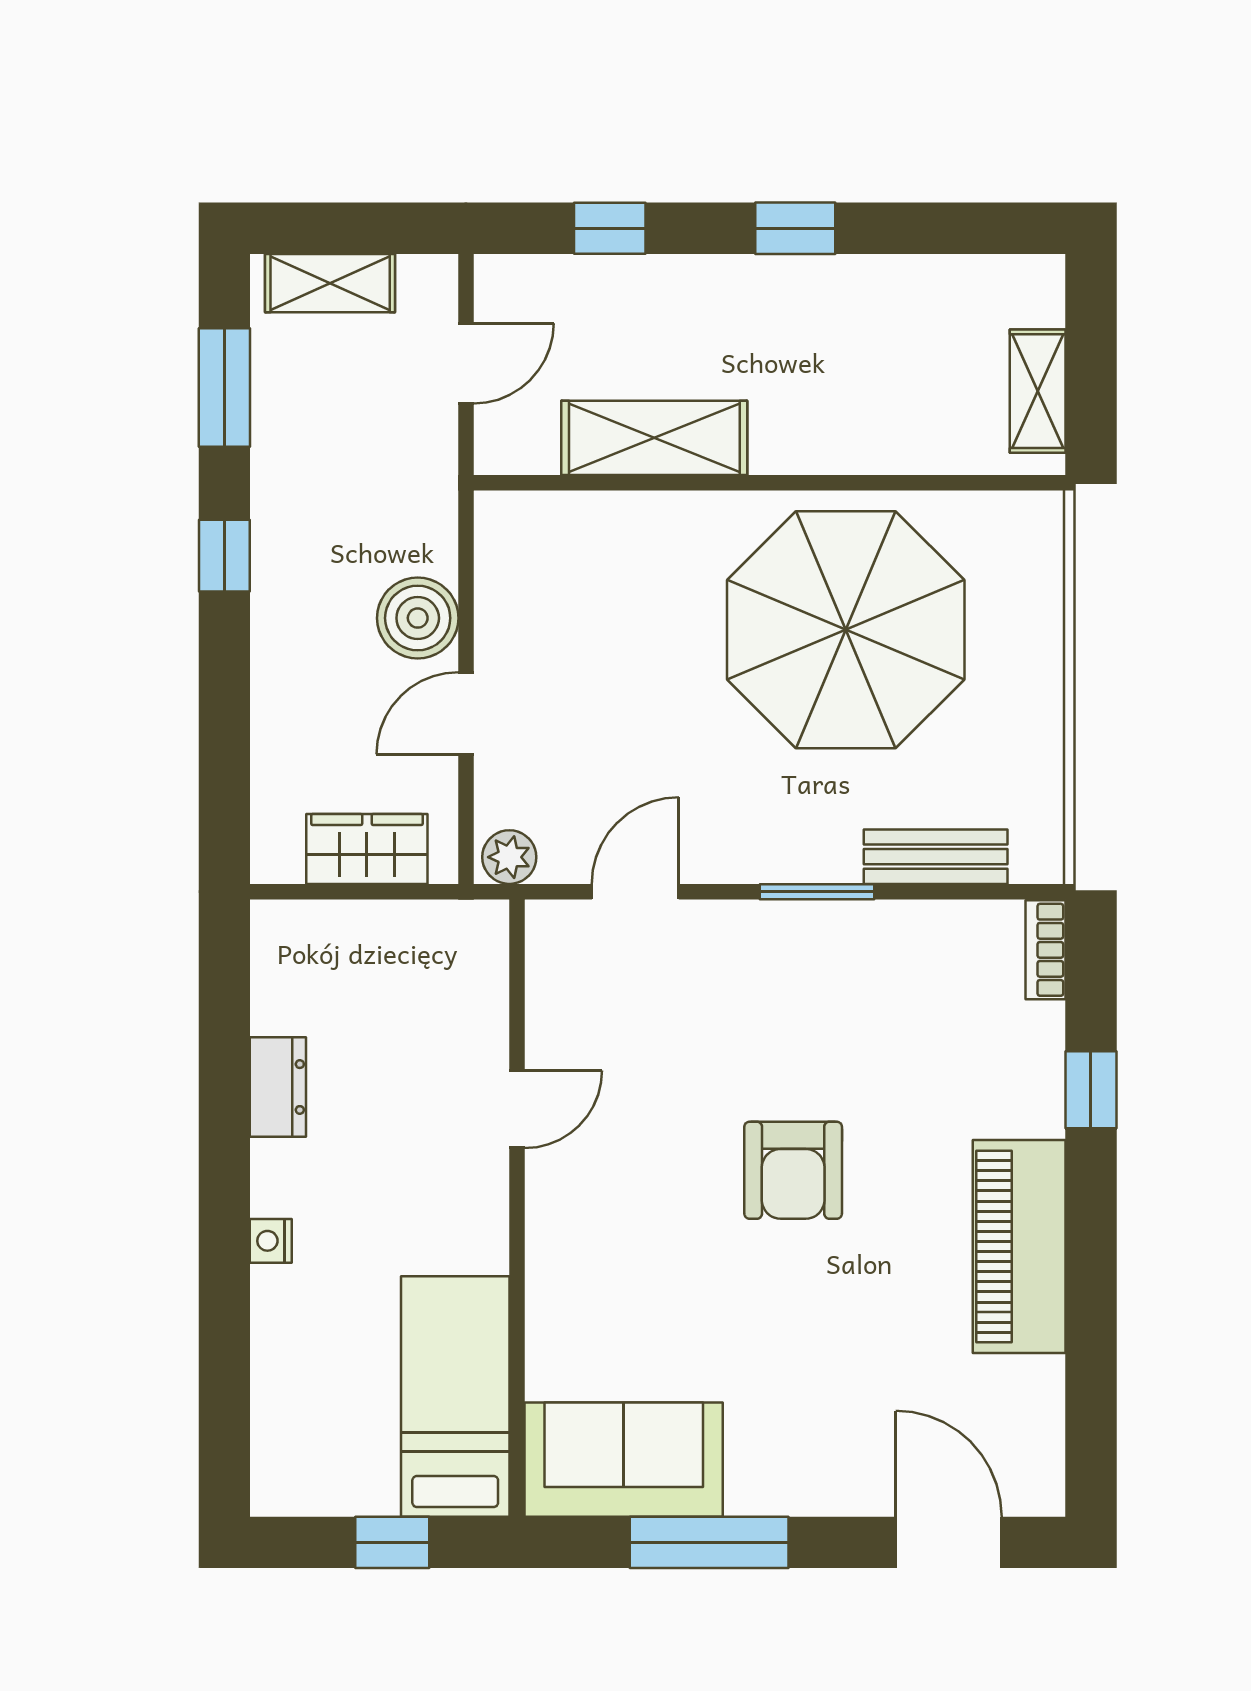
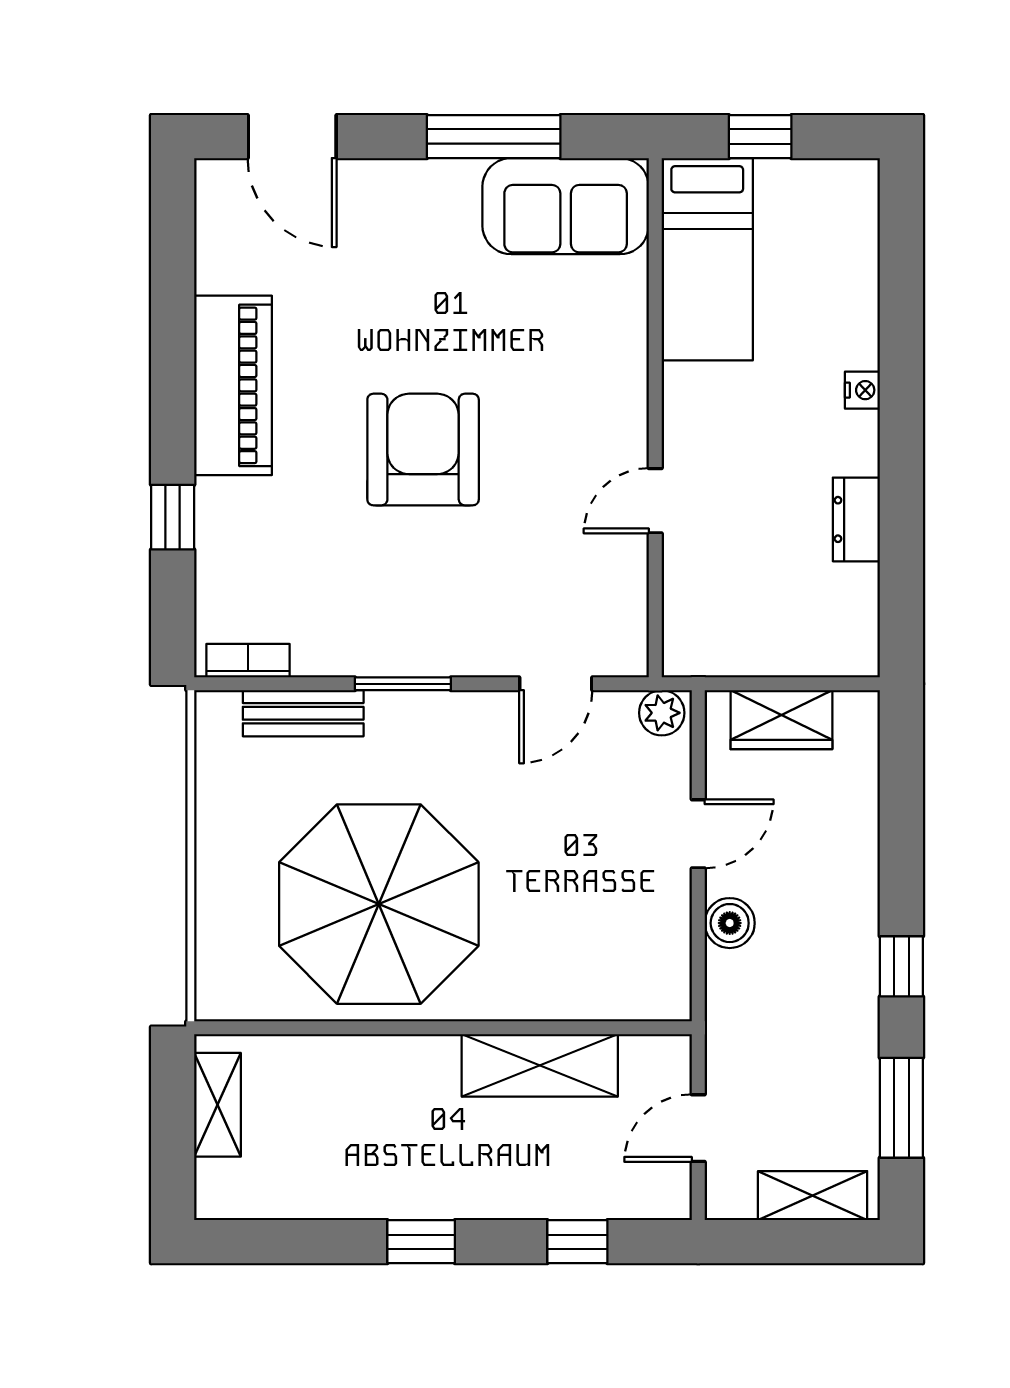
boiler: (418, 618) -> (730, 923), width x0.73, depth x0.73
bookcase: (1046, 950) -> (248, 661), moved, turned -90
armchair: (793, 1170) -> (423, 450), width x1.36, depth x1.36

